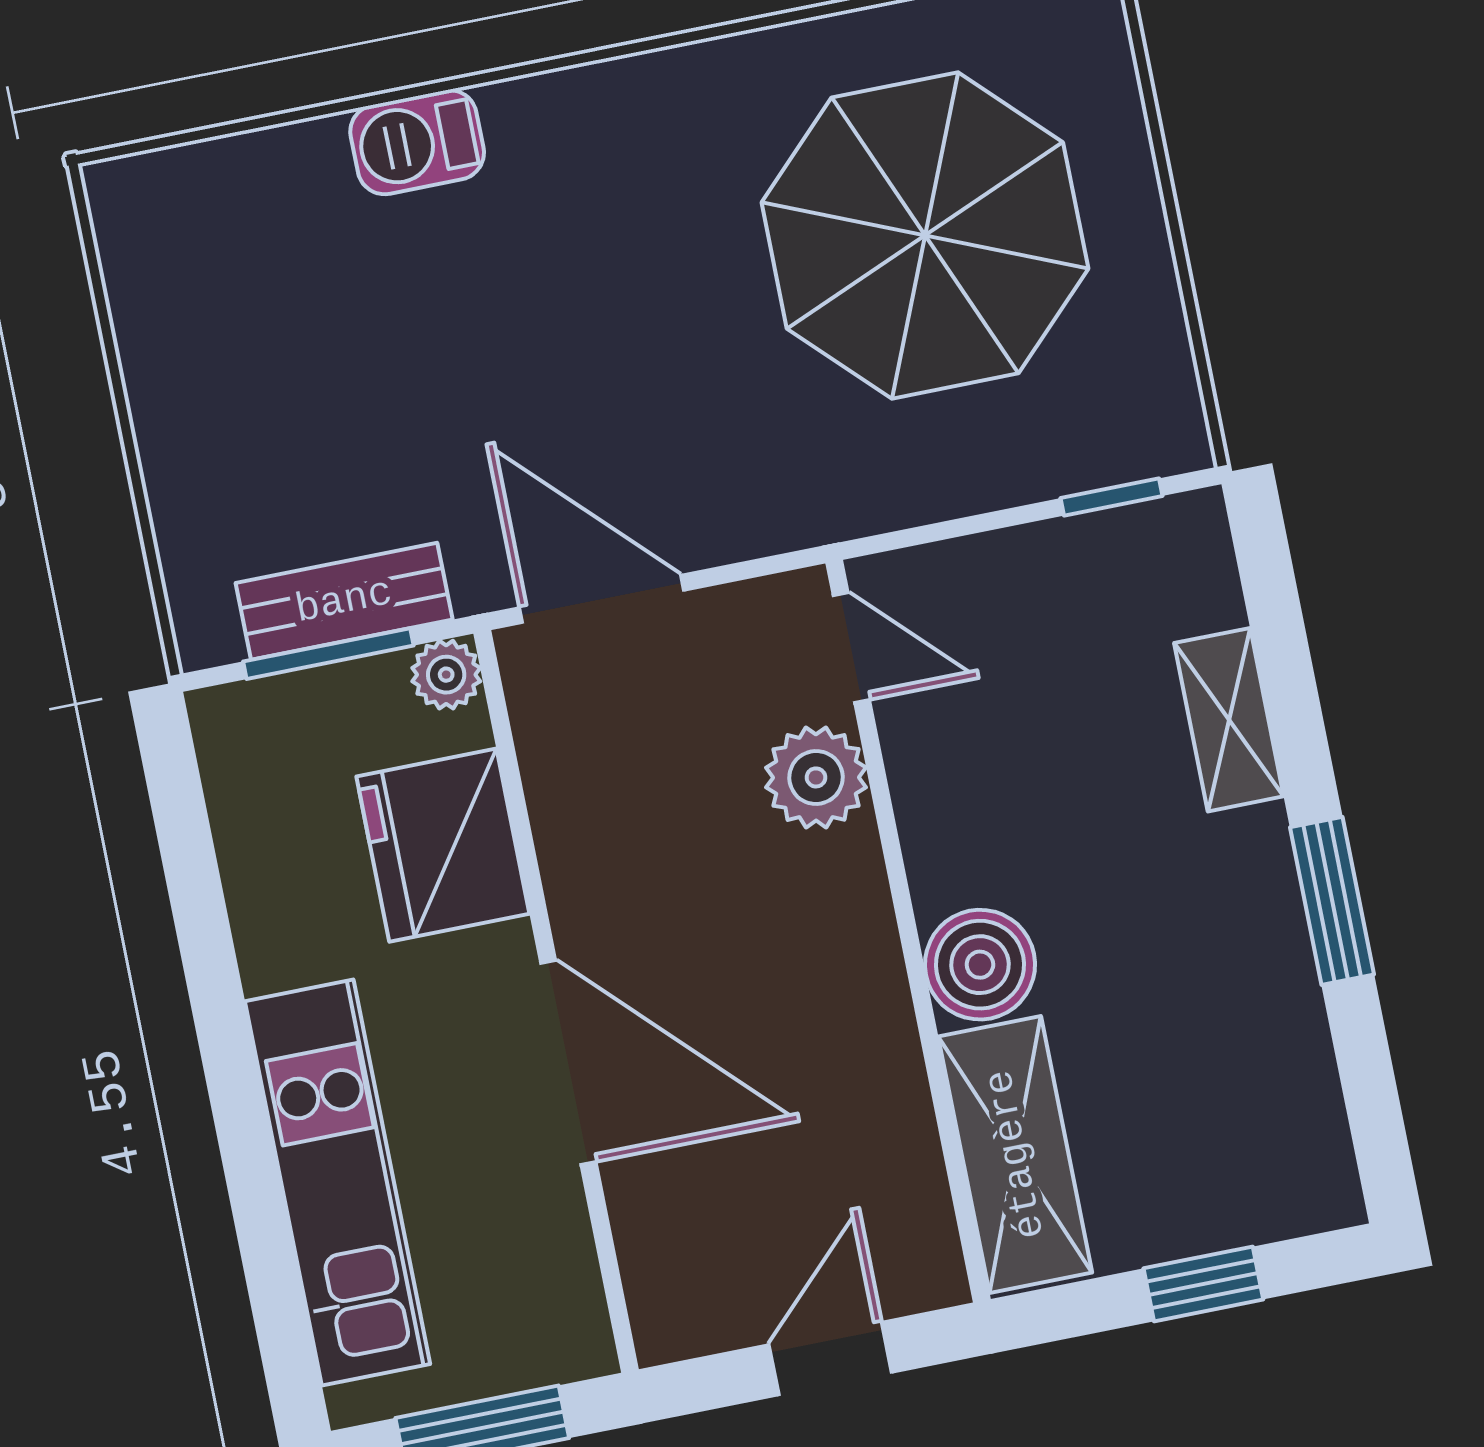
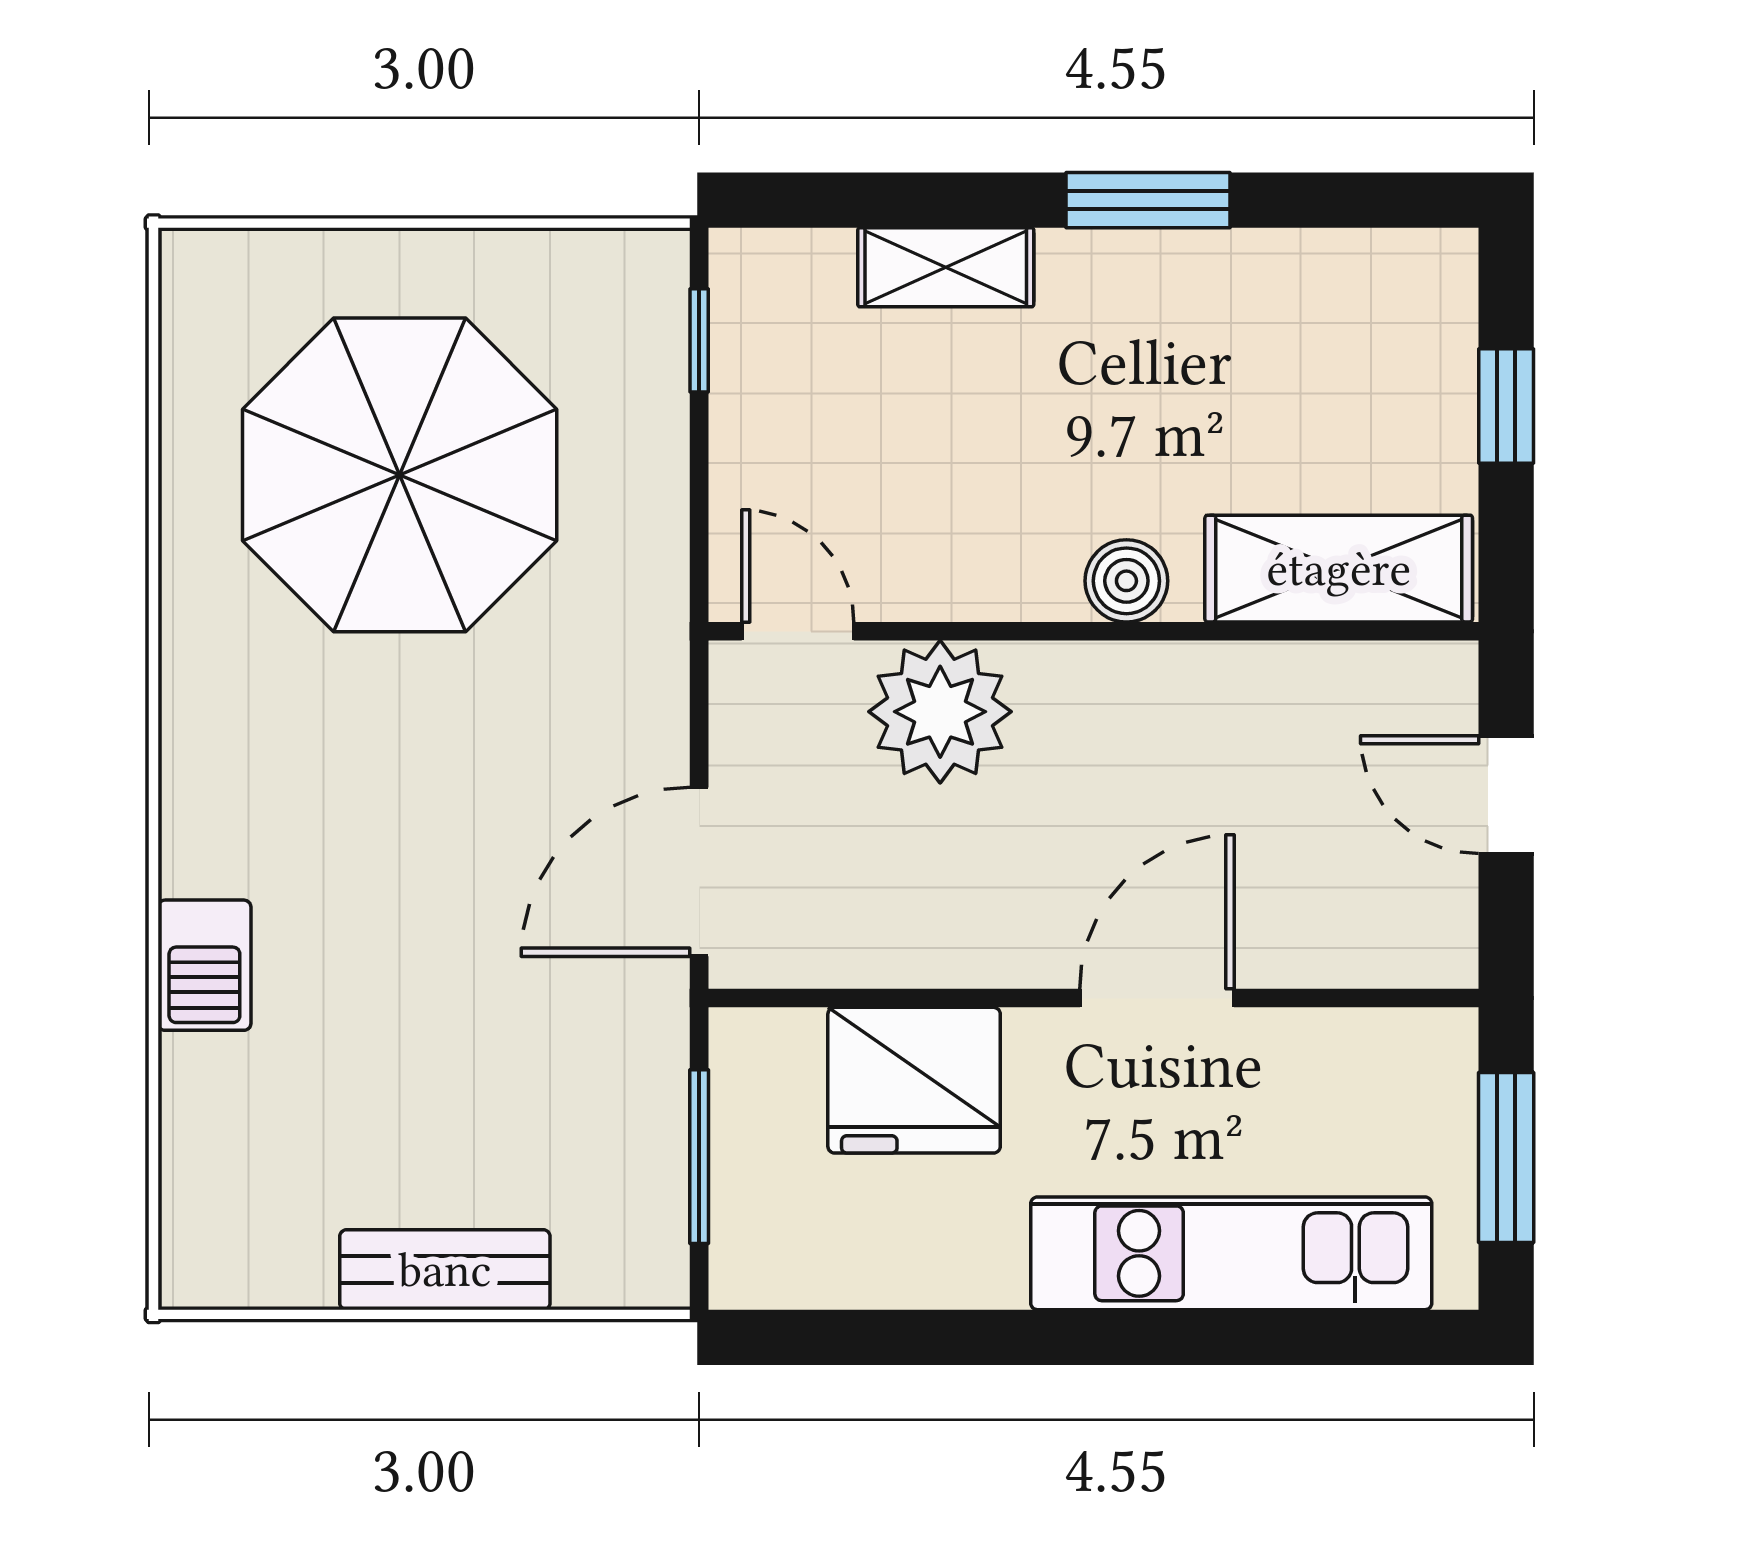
bench: (344, 601) -> (445, 1270), moved, turned 90
door: (851, 648) -> (798, 631), hinge flipped
plant: (446, 675) -> (744, 1043), removed
plant: (816, 777) -> (940, 712), width x1.36, depth x1.36
boiler: (980, 965) -> (1126, 581), width x0.73, depth x0.73
door: (568, 1062) -> (1157, 998), width x0.73

